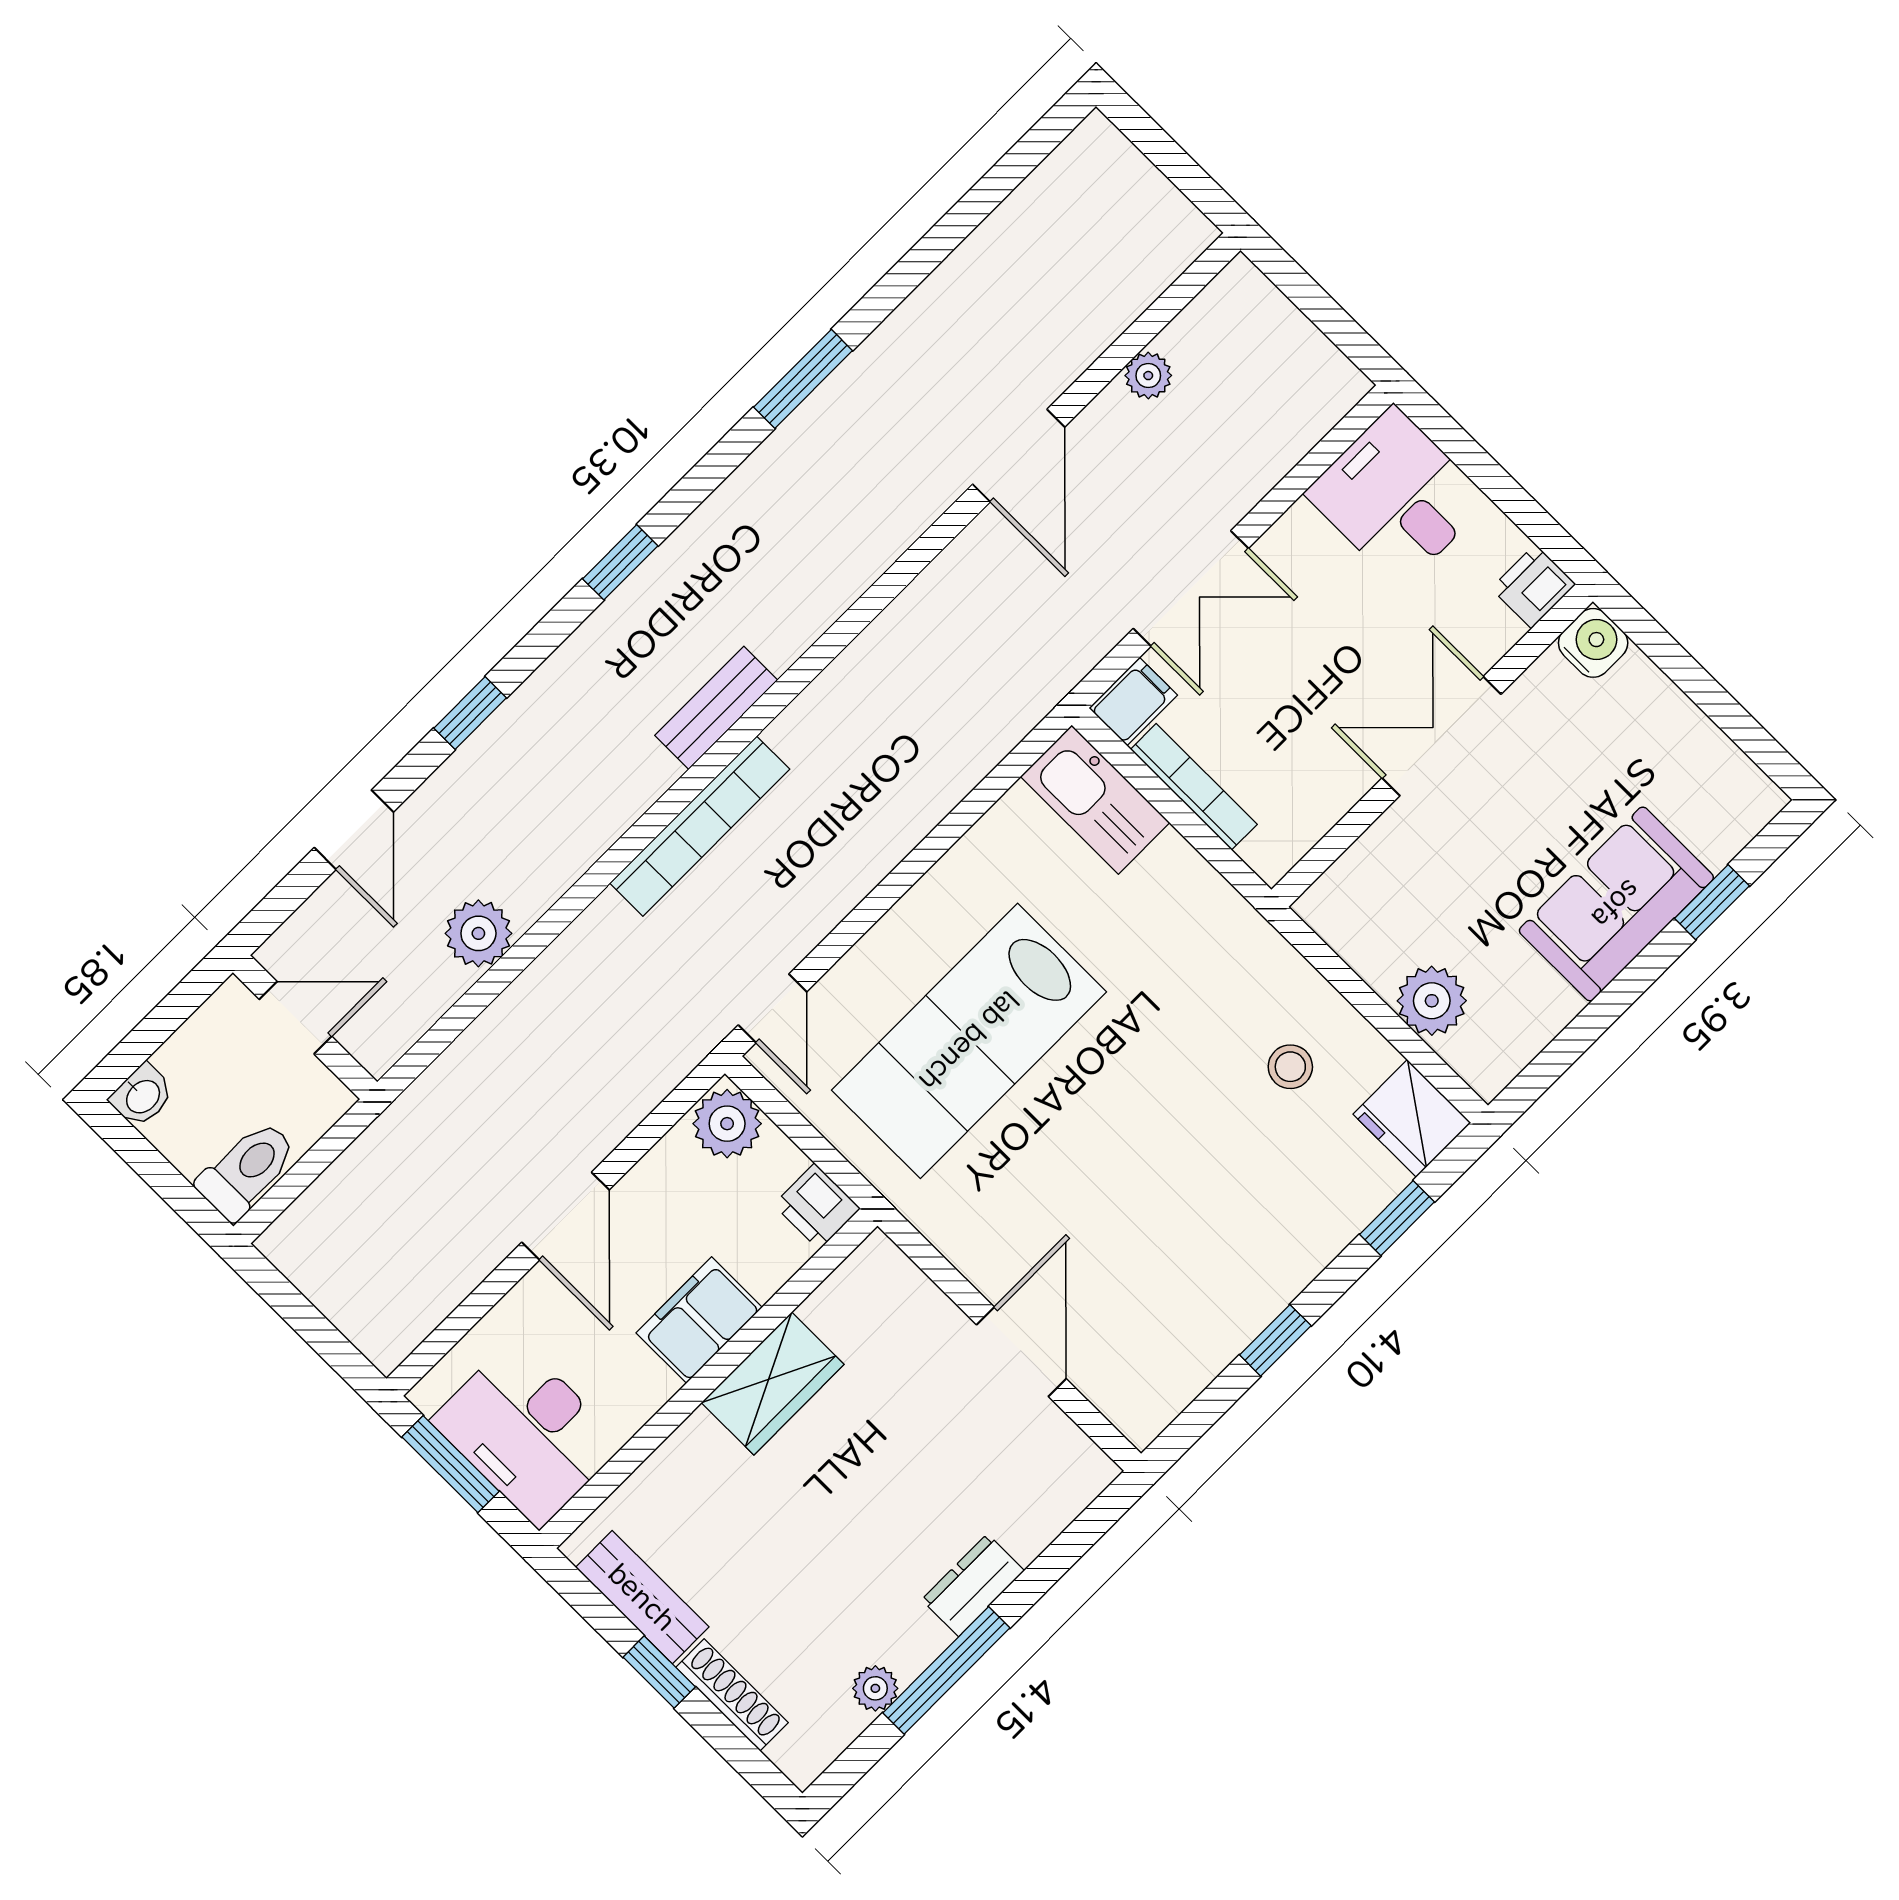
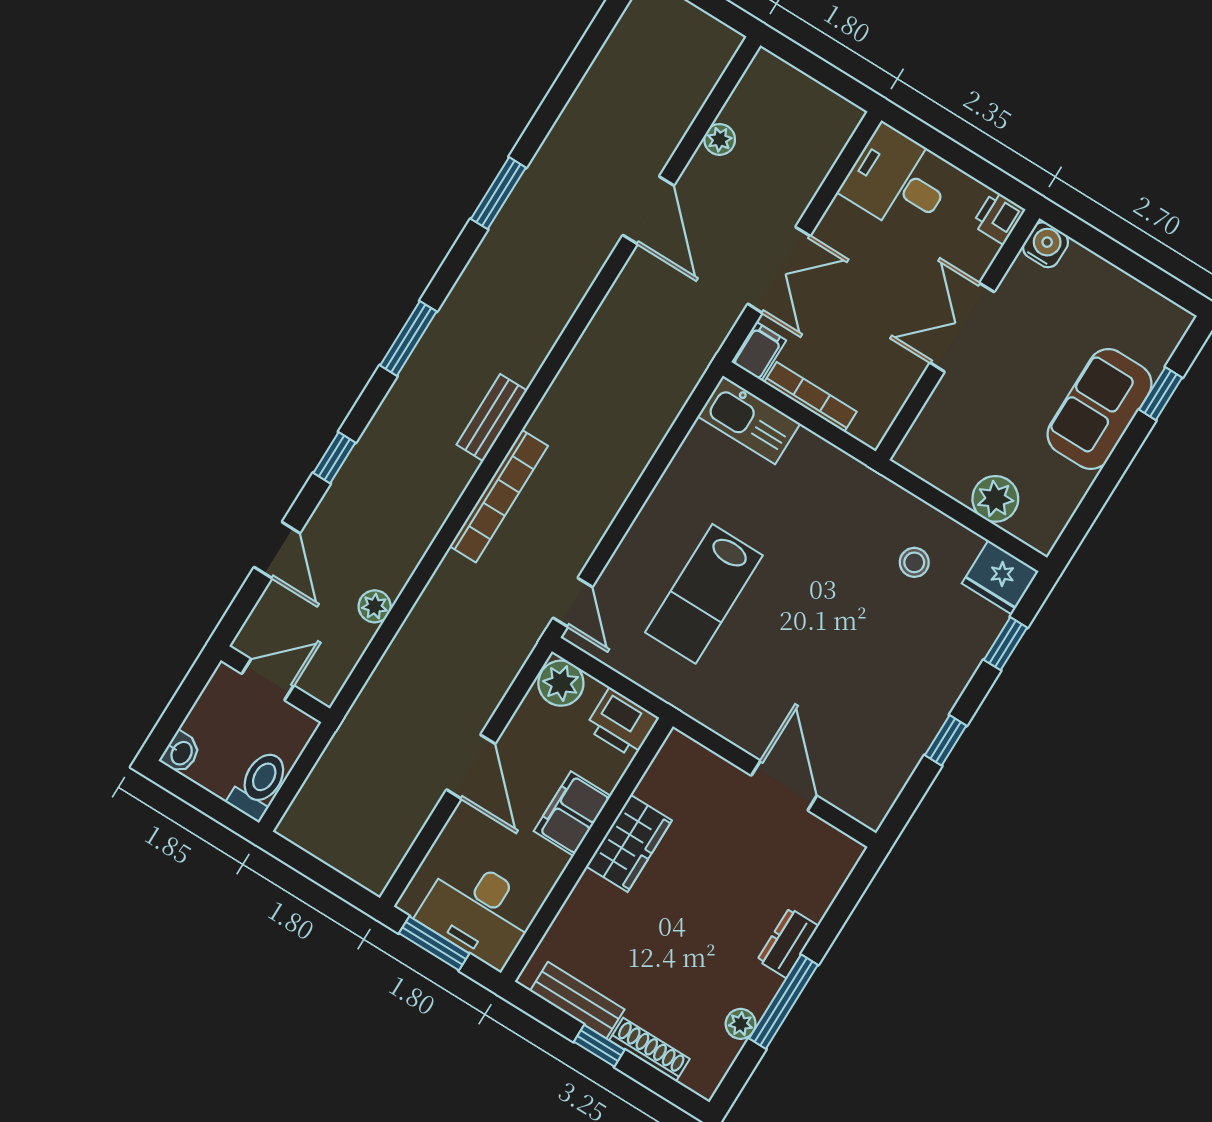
window: (620, 562) -> (408, 338), width x1.50
plant: (478, 933) -> (375, 606), width x0.73, depth x0.73
lab bench: (969, 1041) -> (704, 594), width x0.73, depth x0.72
printer: (817, 1207) -> (622, 723), width x1.36, depth x1.24

